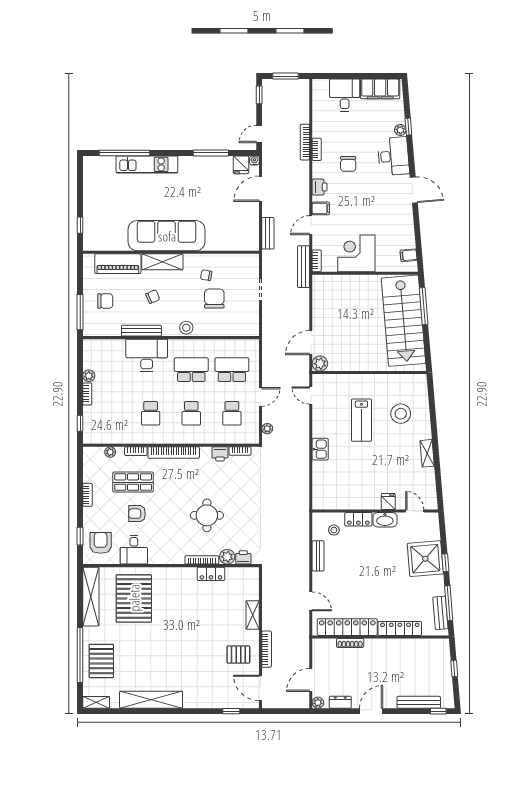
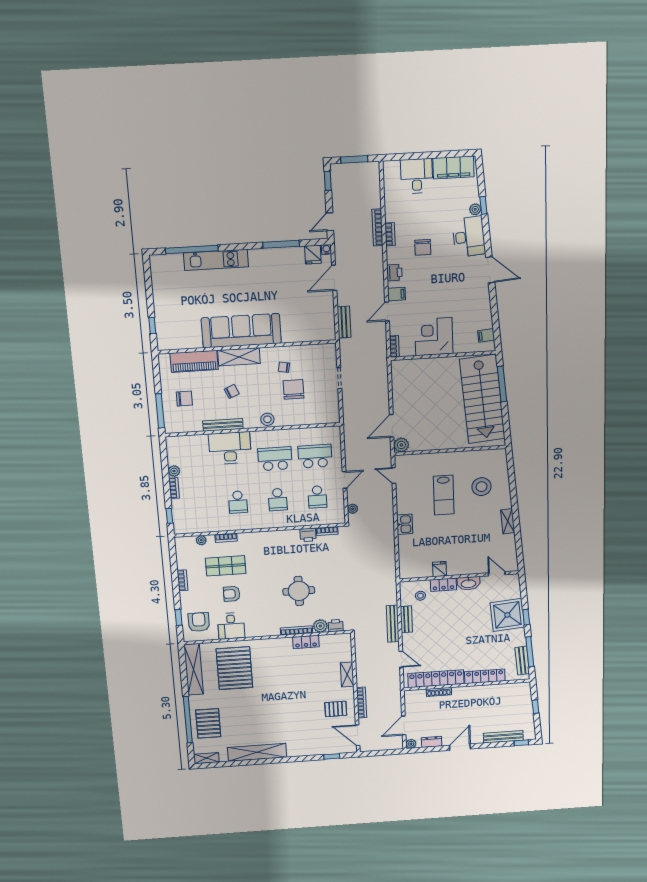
bench: (304, 267) -> (393, 624), moved
bookcase: (174, 453) -> (263, 537), removed
fridge: (388, 501) -> (440, 569), moved

